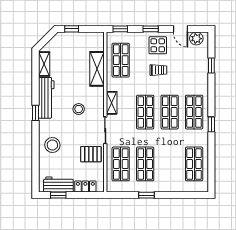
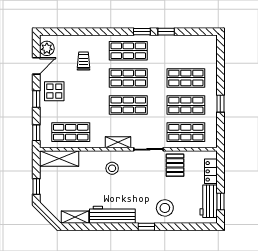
window: (211, 65) -> (166, 32), moved
shelving: (97, 69) -> (59, 158), moved
trolley: (158, 70) -> (83, 61), moved
stool: (79, 109) -> (112, 168), moved
window: (35, 113) -> (146, 227), moved
shop shelf: (194, 164) -> (186, 78), moved

